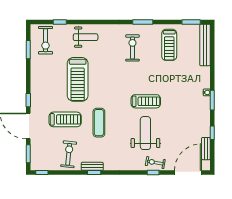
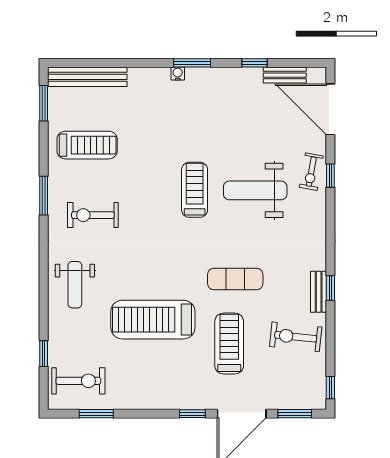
weight bench: (86, 37) -> (75, 285), moved, turned 180
treadmill: (78, 79) -> (153, 320), turned 180

